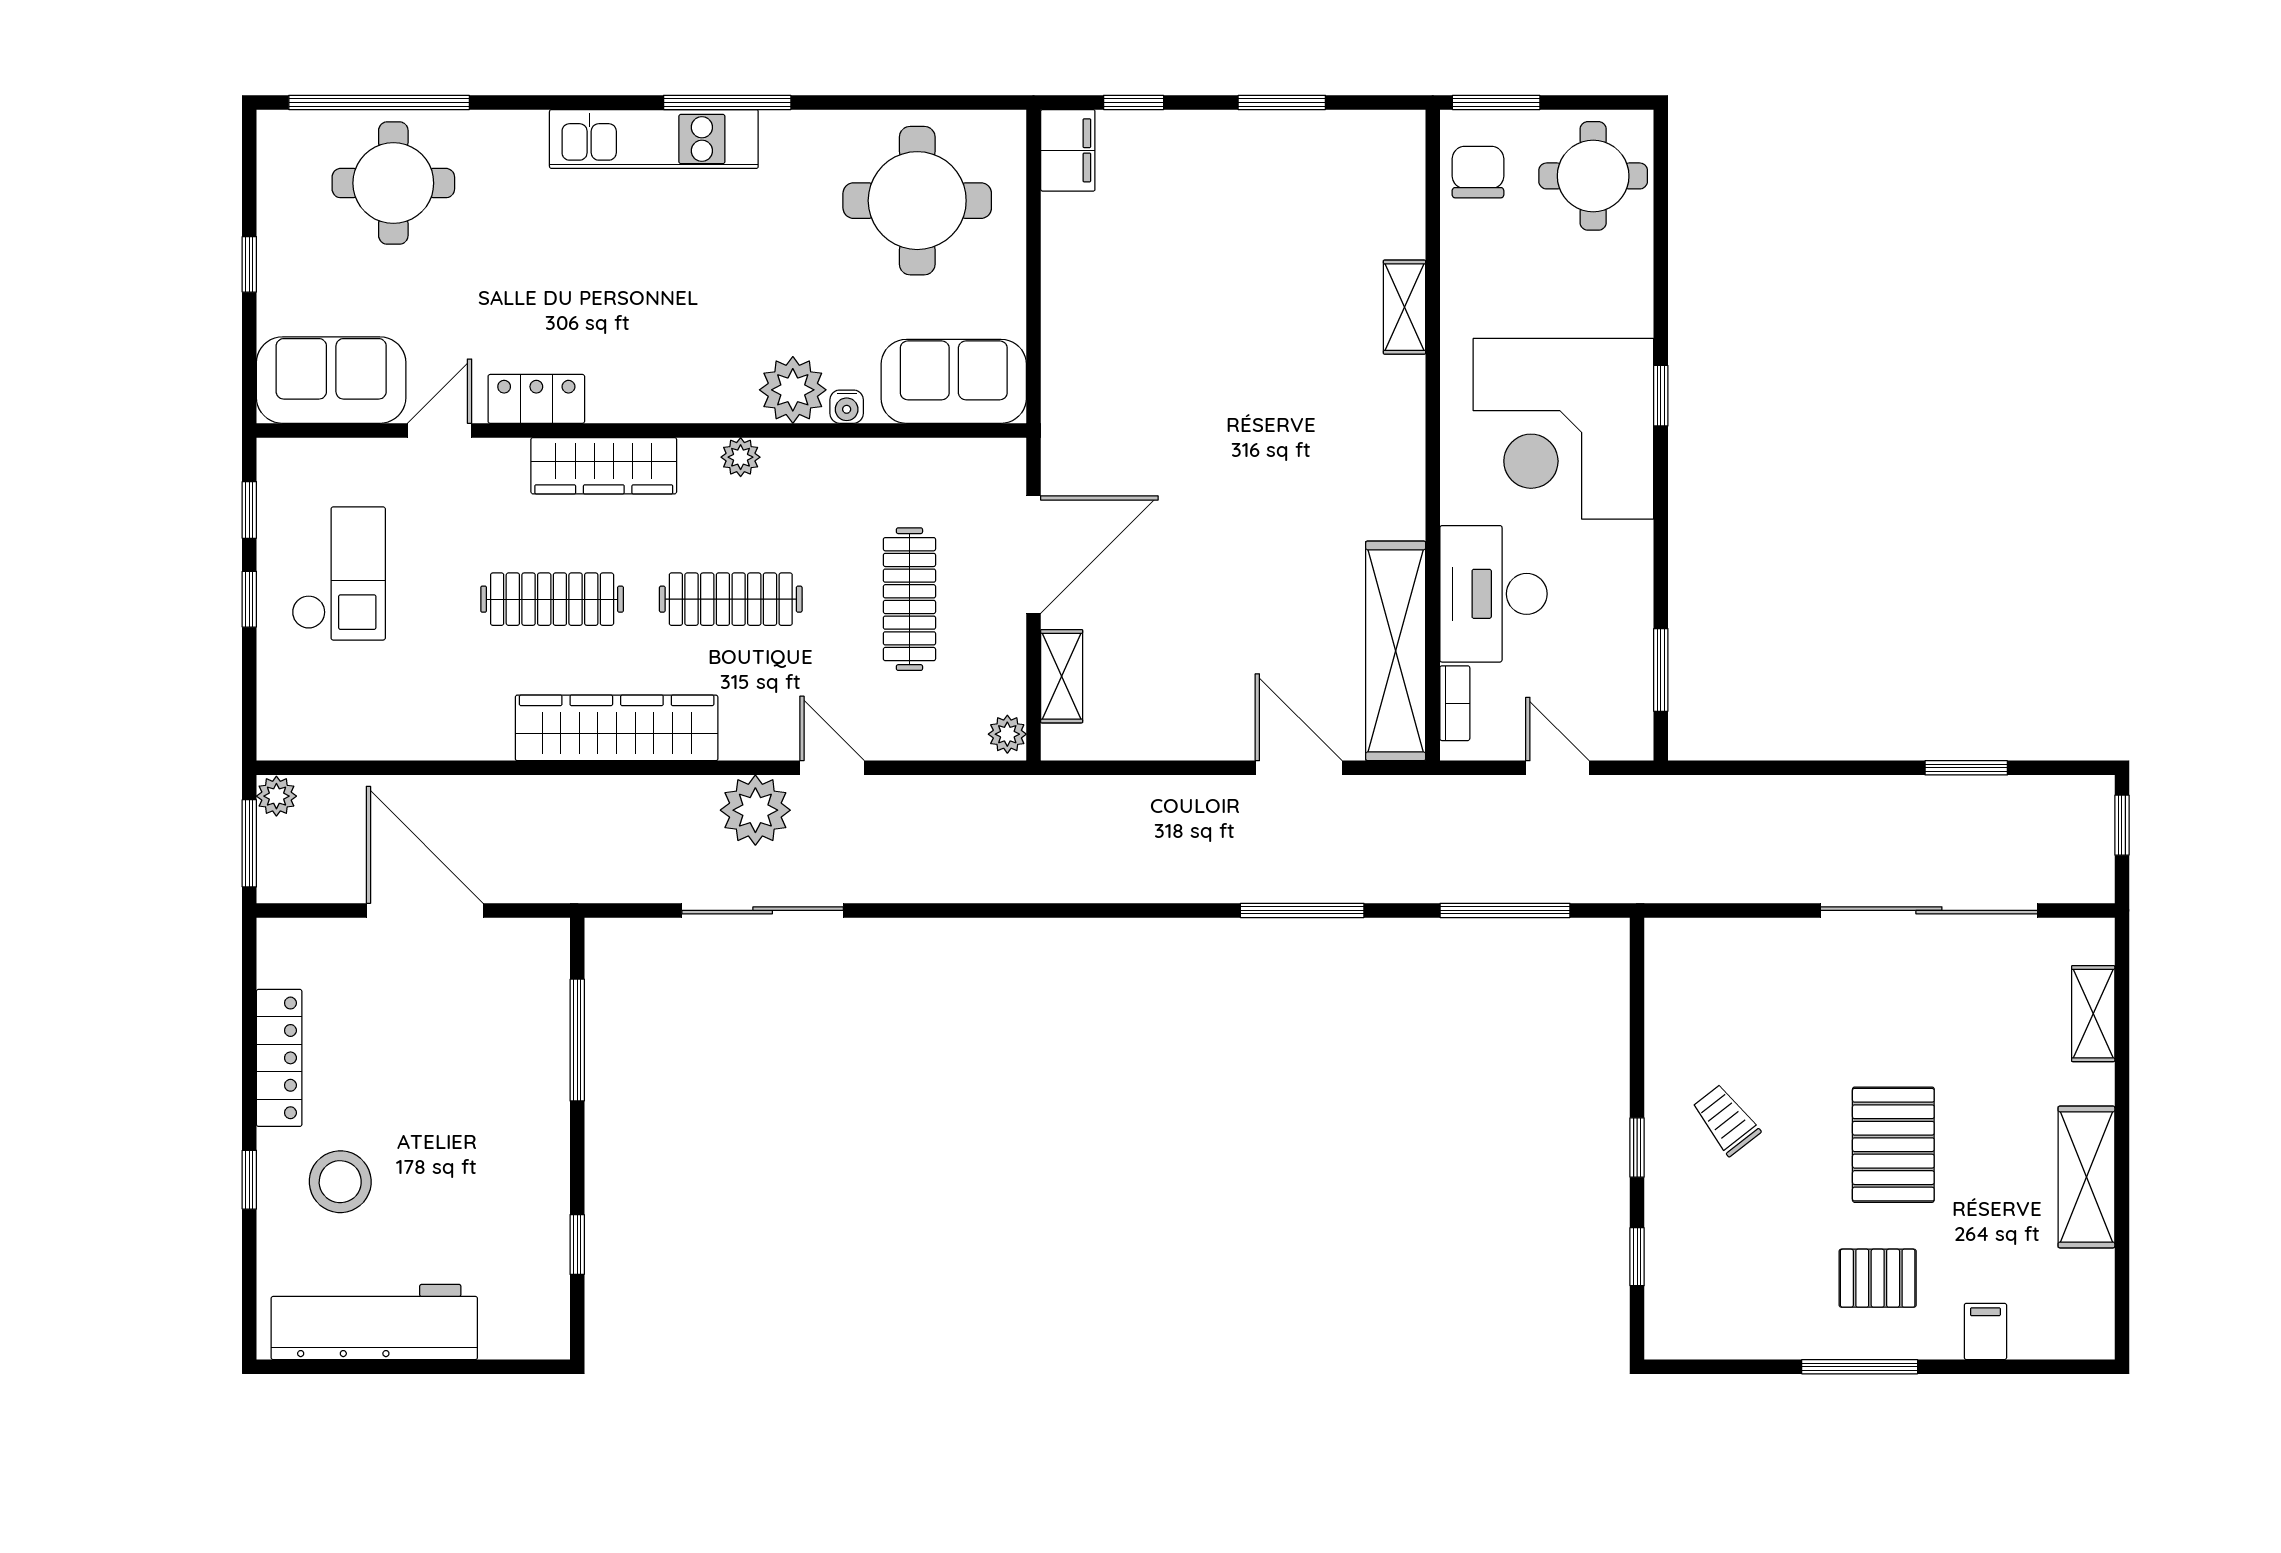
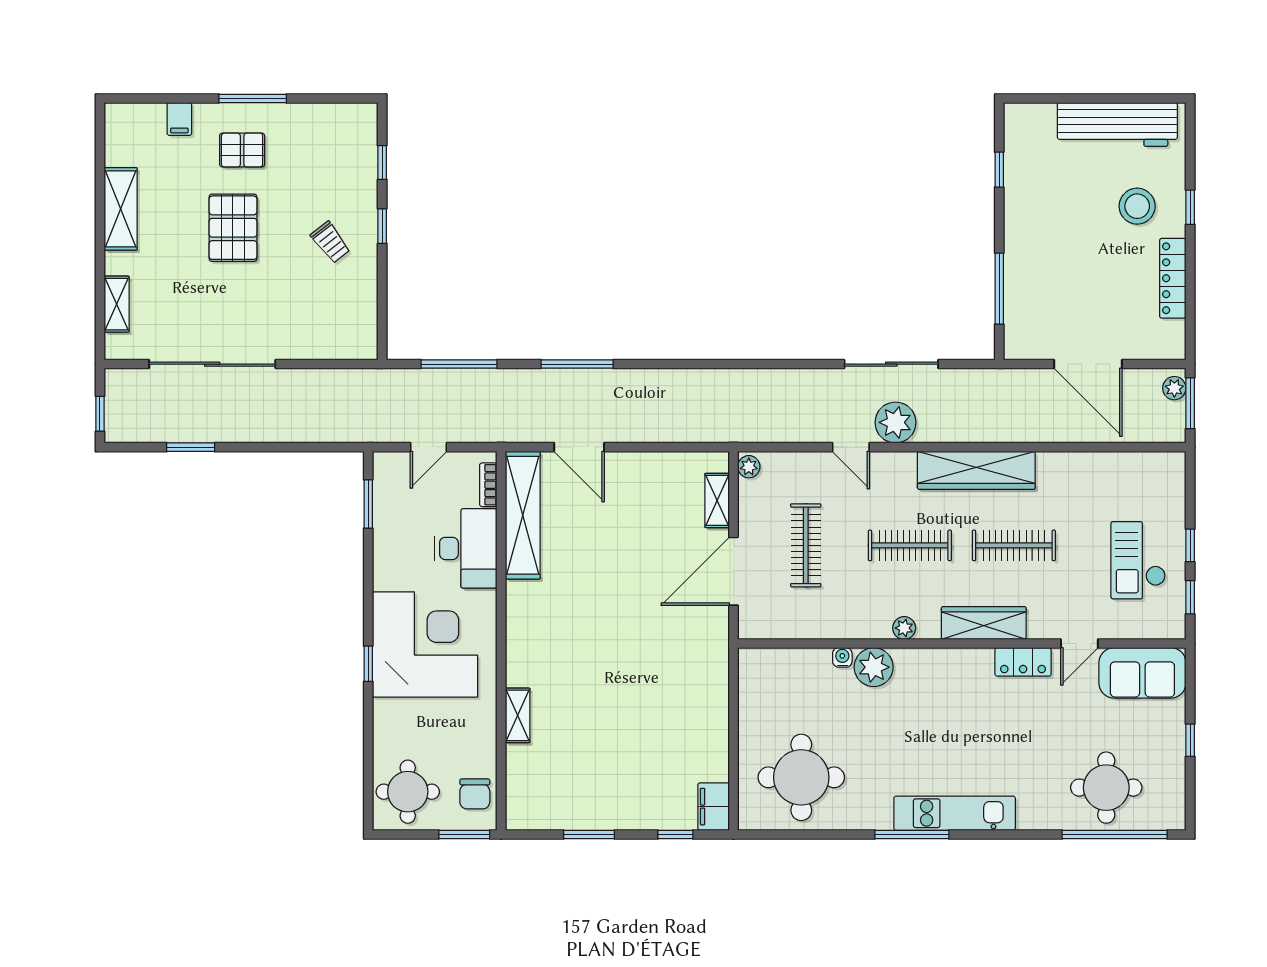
sofa: (954, 381) -> (780, 672), removed
door: (1557, 768) -> (429, 447), hinge flipped
plant: (276, 796) -> (1174, 388), moved

